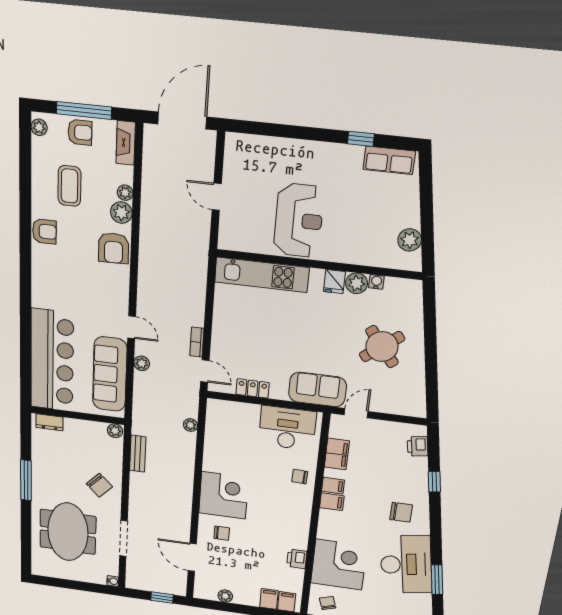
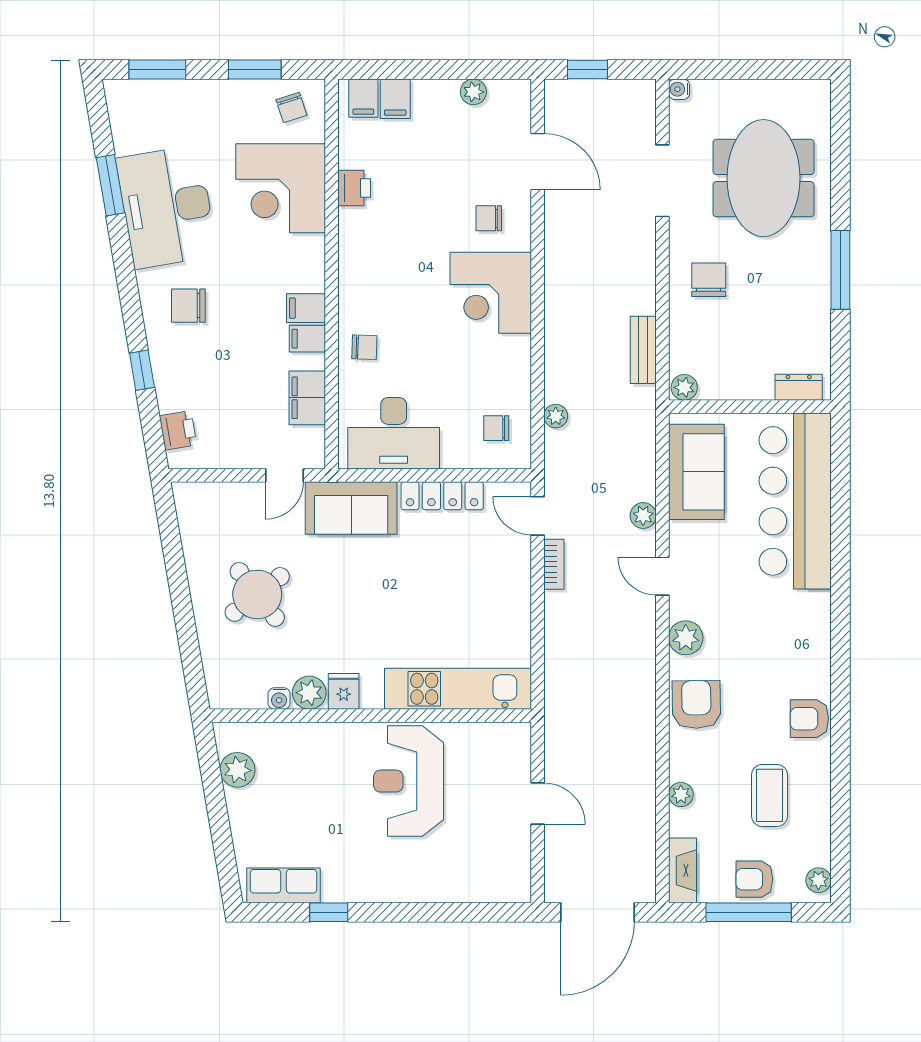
plant: (121, 213) -> (686, 638), moved
sofa: (110, 374) -> (696, 472), width x0.73
locker: (253, 388) -> (442, 496), width x1.53
chair: (226, 423) -> (496, 428), added
chair: (99, 485) -> (709, 280), turned 46

